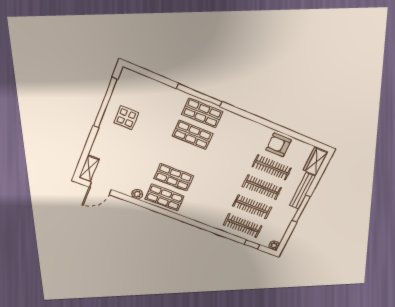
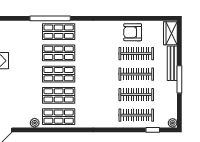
shop shelf: (183, 156) -> (59, 74), added

